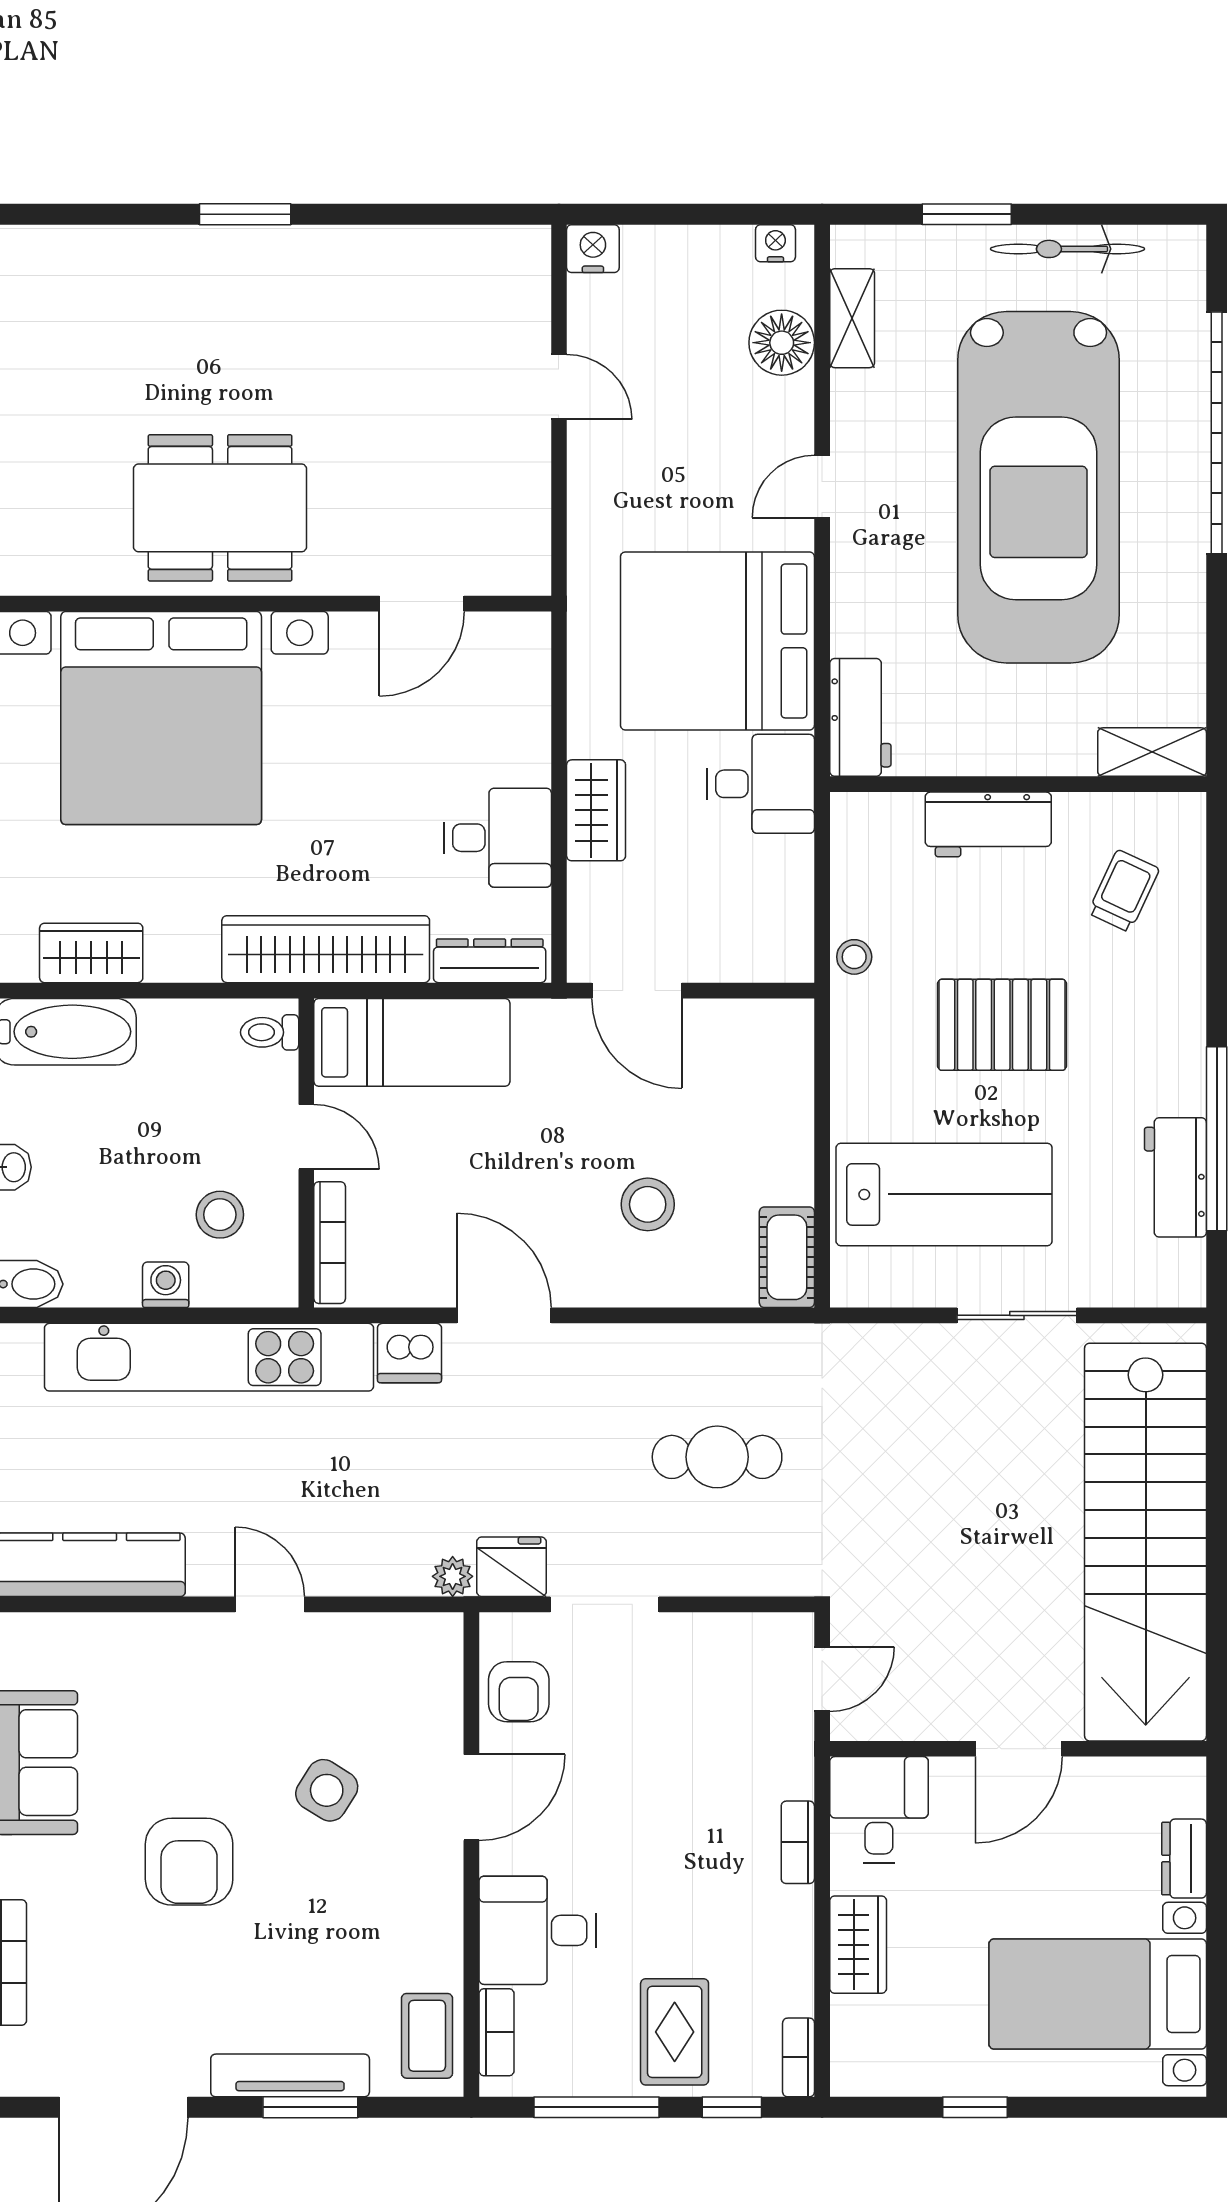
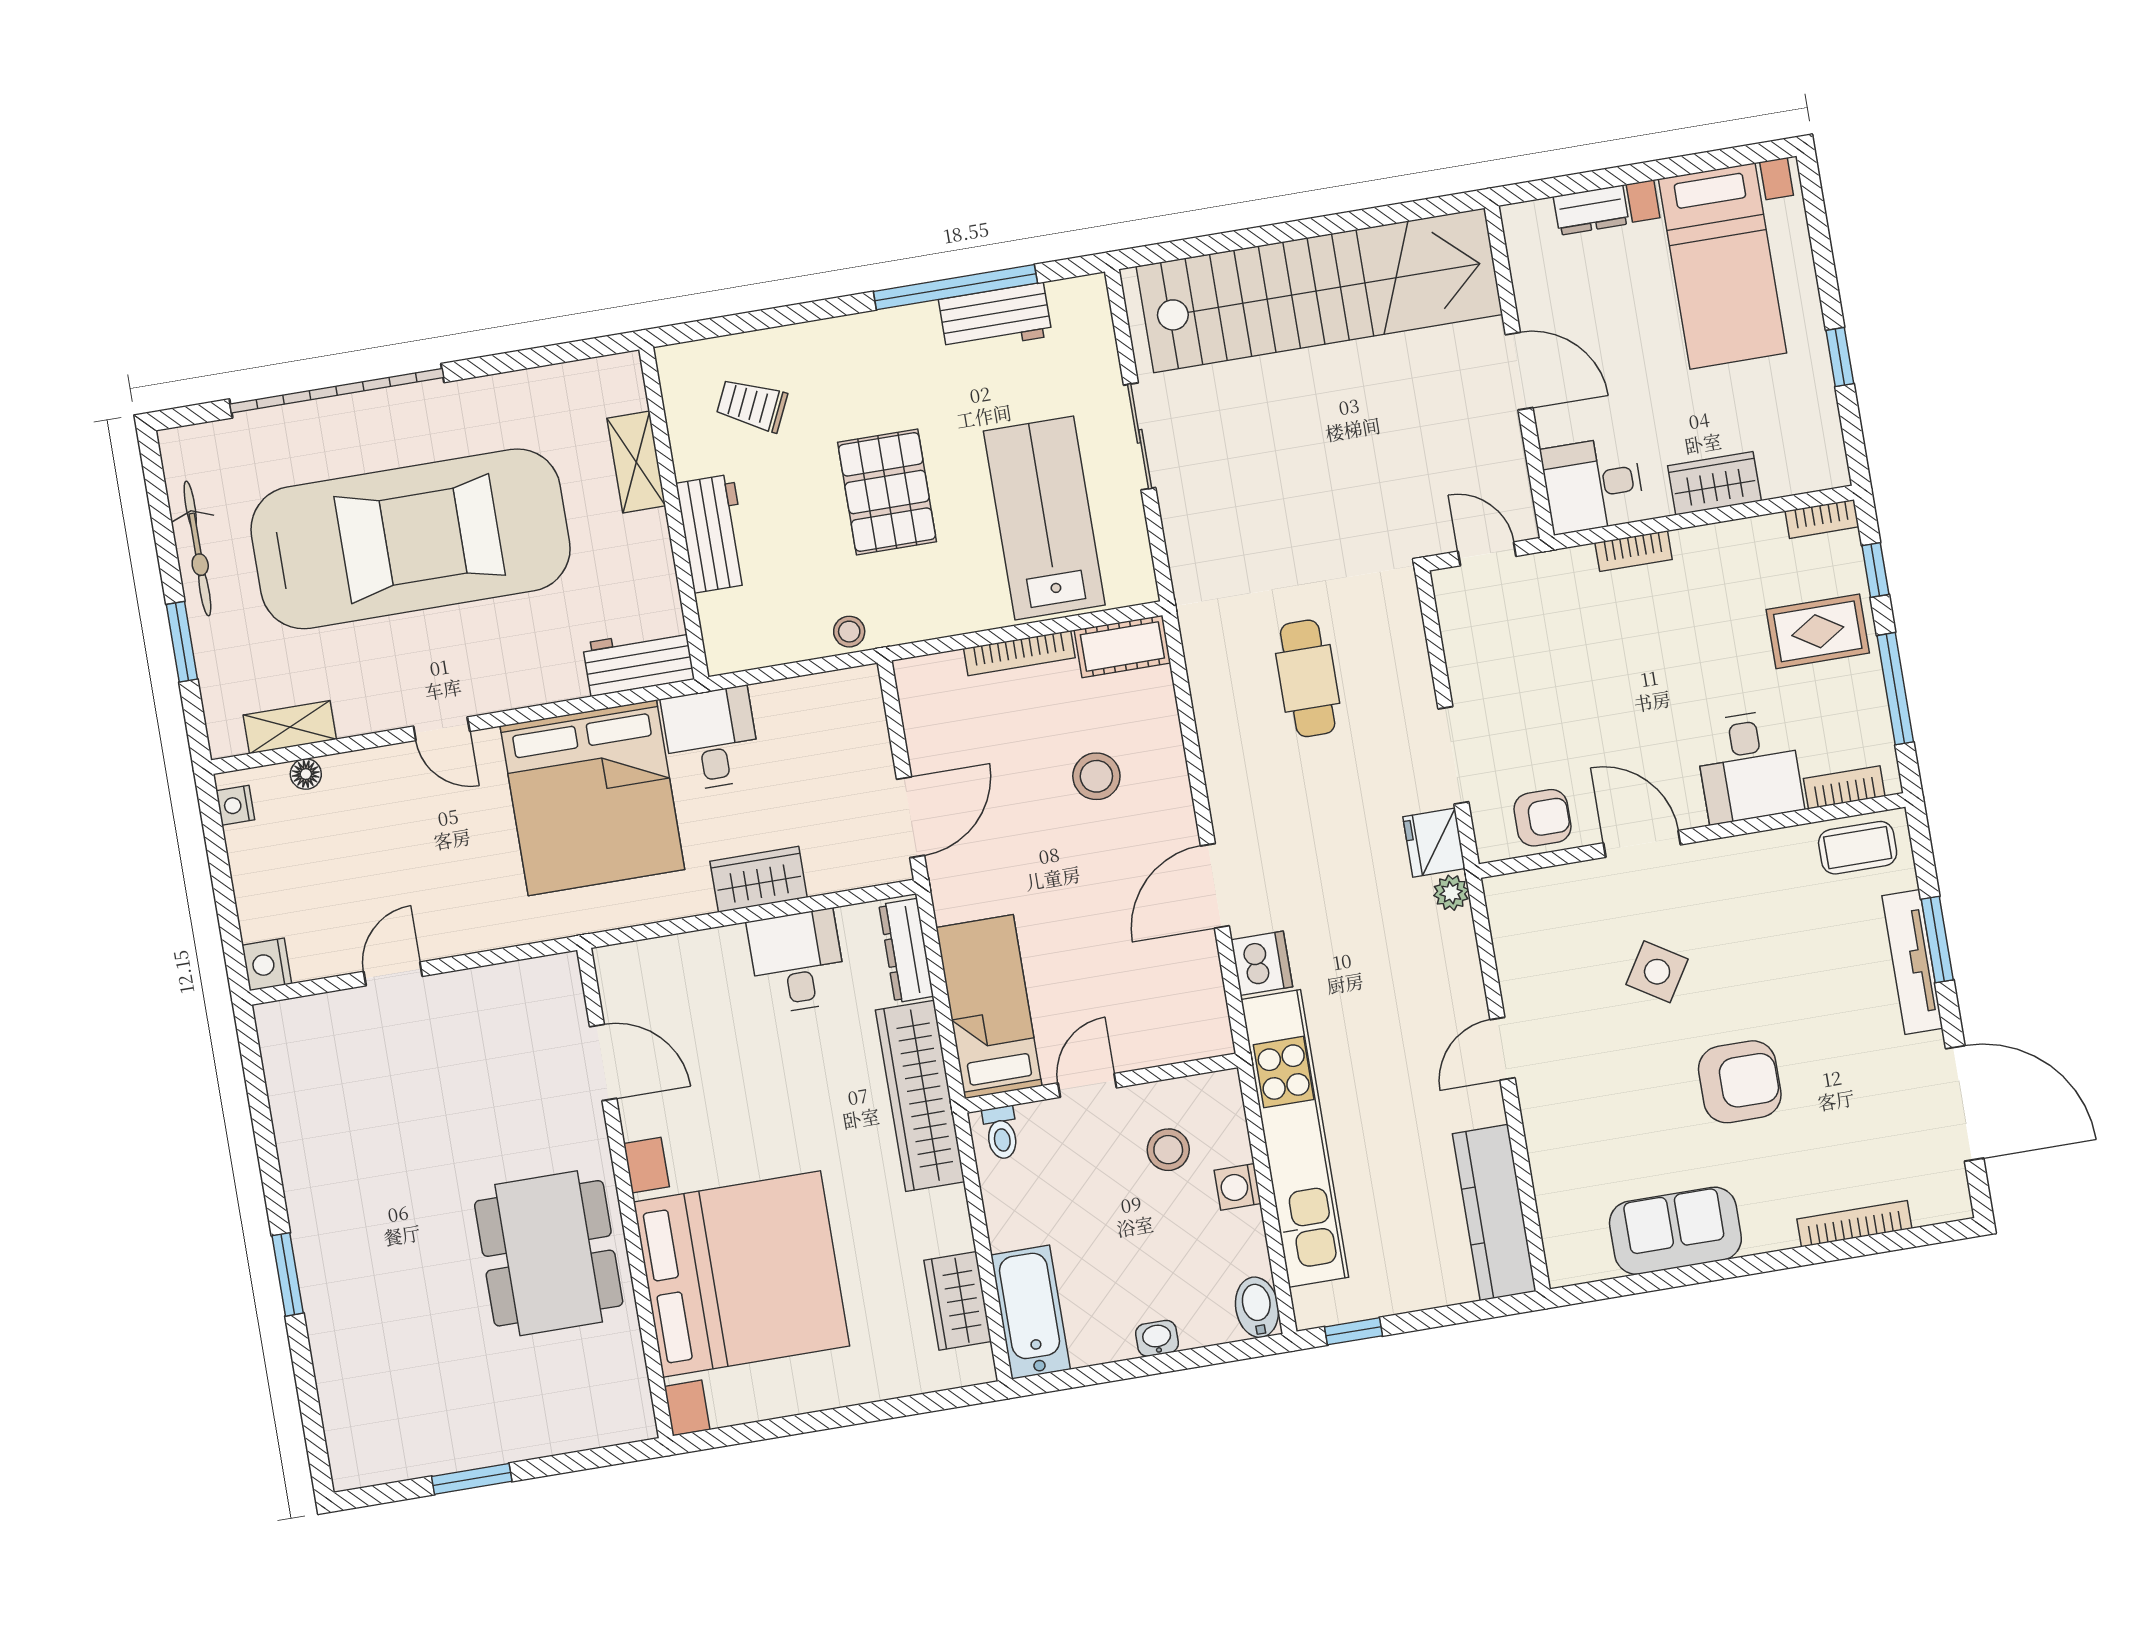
floor lamp: (782, 343) -> (306, 774), width x0.53, depth x0.53
shelving: (1152, 752) -> (636, 462), moved
bookcase: (330, 1243) -> (1019, 653), moved, turned 180

